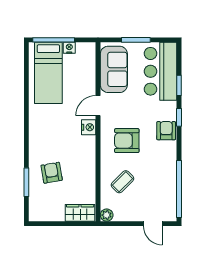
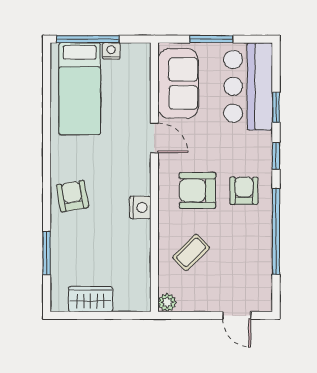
door: (98, 106) -> (154, 138), swing flipped
nightstand: (89, 127) -> (140, 207), moved
armchair: (166, 131) -> (244, 191), moved
armchair: (52, 173) -> (72, 196), moved
window: (179, 189) -> (276, 231), moved
wardrobe: (80, 213) -> (91, 299), moved

